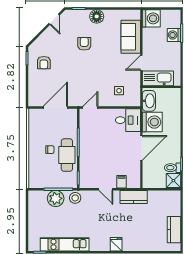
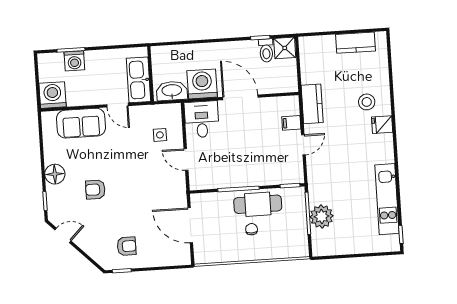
door: (90, 108) -> (186, 159), moved
stool: (75, 198) -> (367, 102), moved

